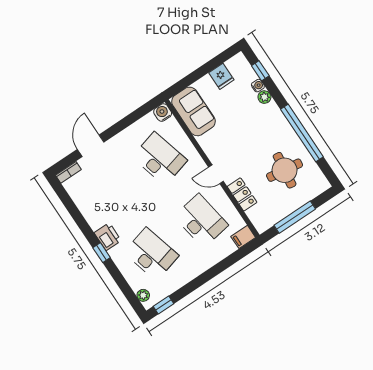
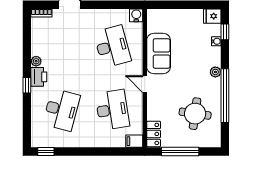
fridge: (221, 76) -> (212, 16), moved, turned 90
plant: (264, 97) -> (215, 72), moved
sofa: (193, 111) -> (159, 54), moved
locker: (242, 194) -> (154, 134), moved
desk: (151, 254) -> (61, 110), turned 30
plant: (143, 295) -> (36, 61), moved

